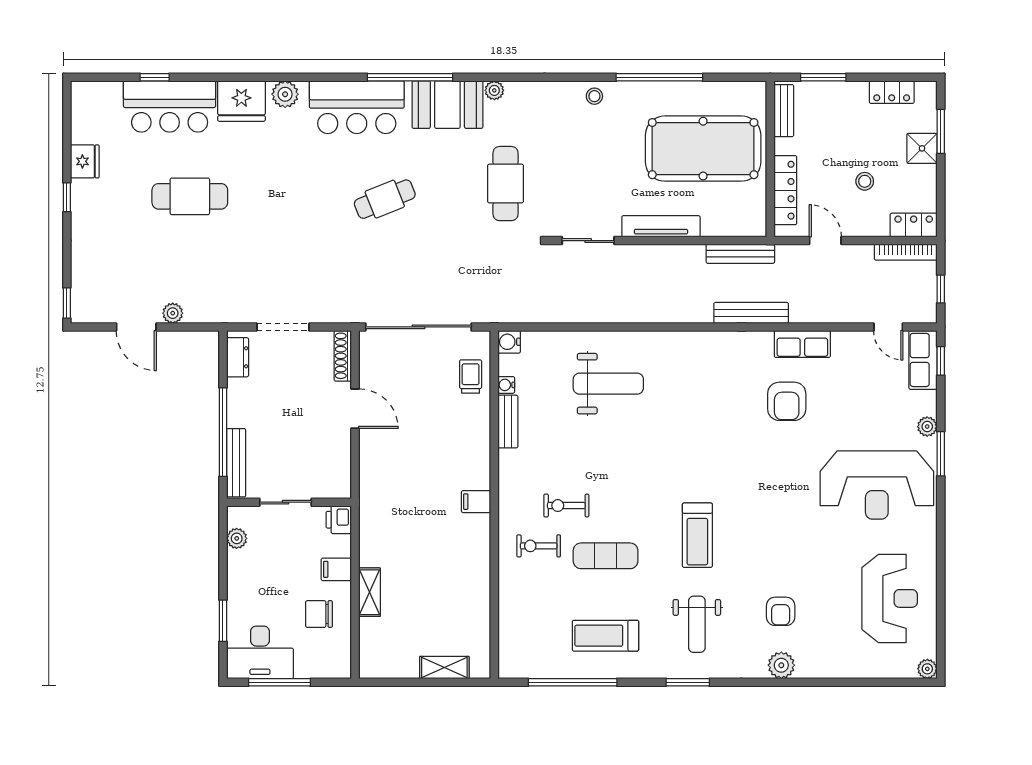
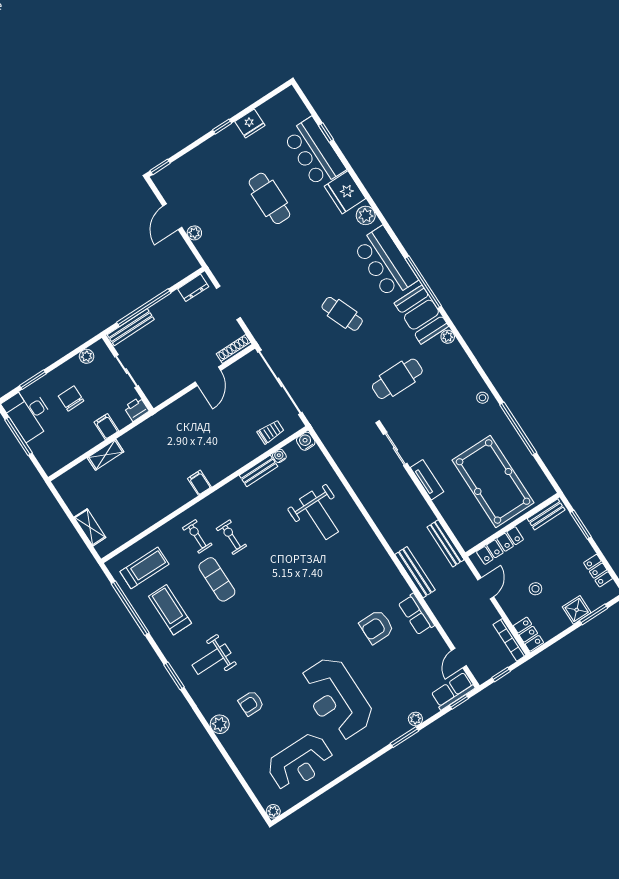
tv unit: (661, 226) -> (427, 480), width x0.71
reception desk: (877, 485) -> (336, 698), moved
treadmill: (697, 535) -> (144, 568), moved, turned 180
chair: (319, 614) -> (71, 398), moved

